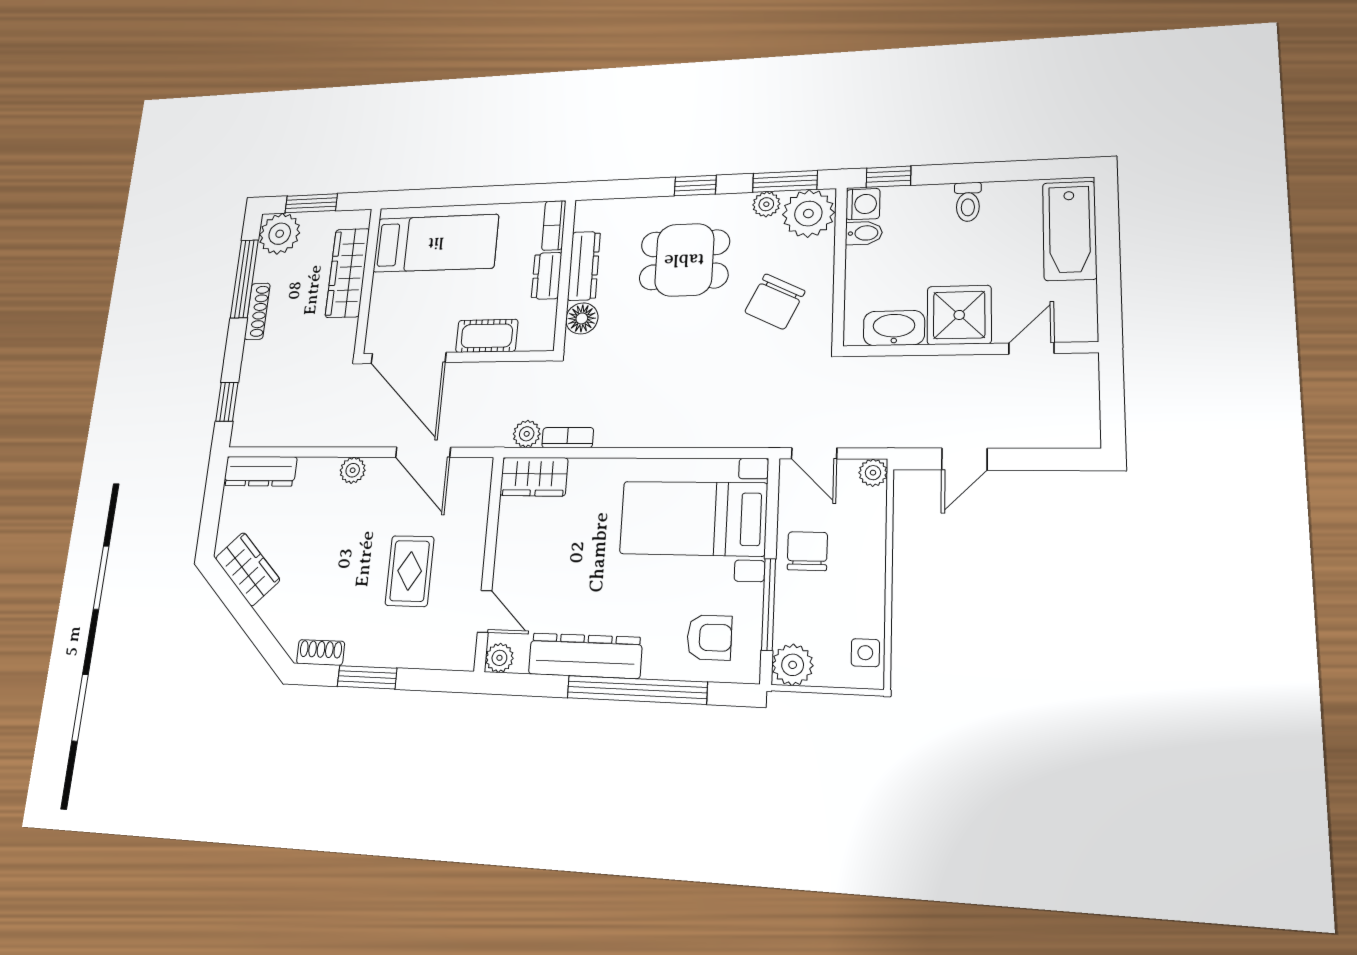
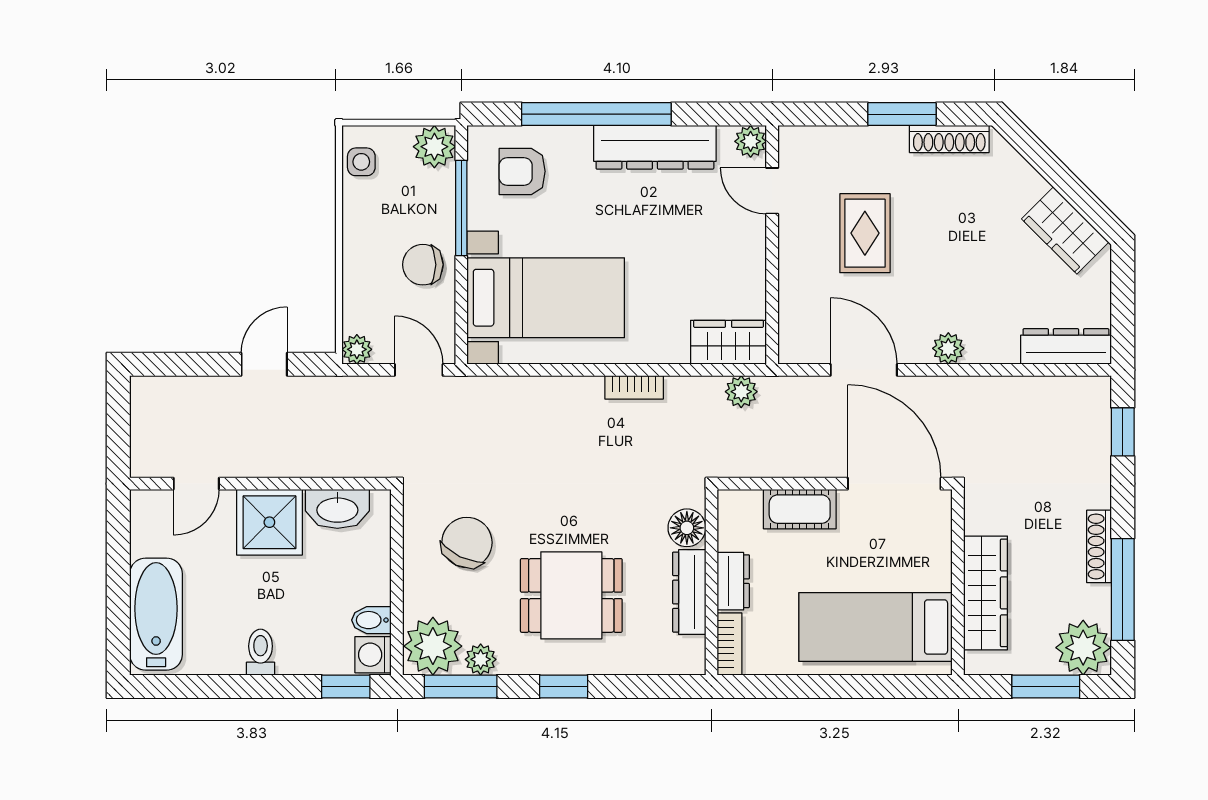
bookcase: (568, 438) -> (634, 387), moved
chair: (807, 551) -> (423, 265), turned 90
shoe rack: (321, 652) -> (949, 139), width x1.43

